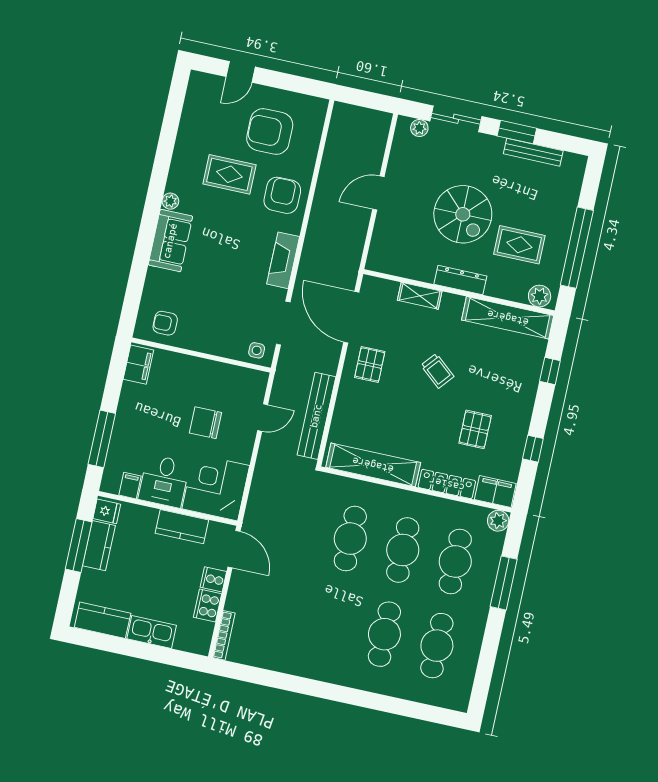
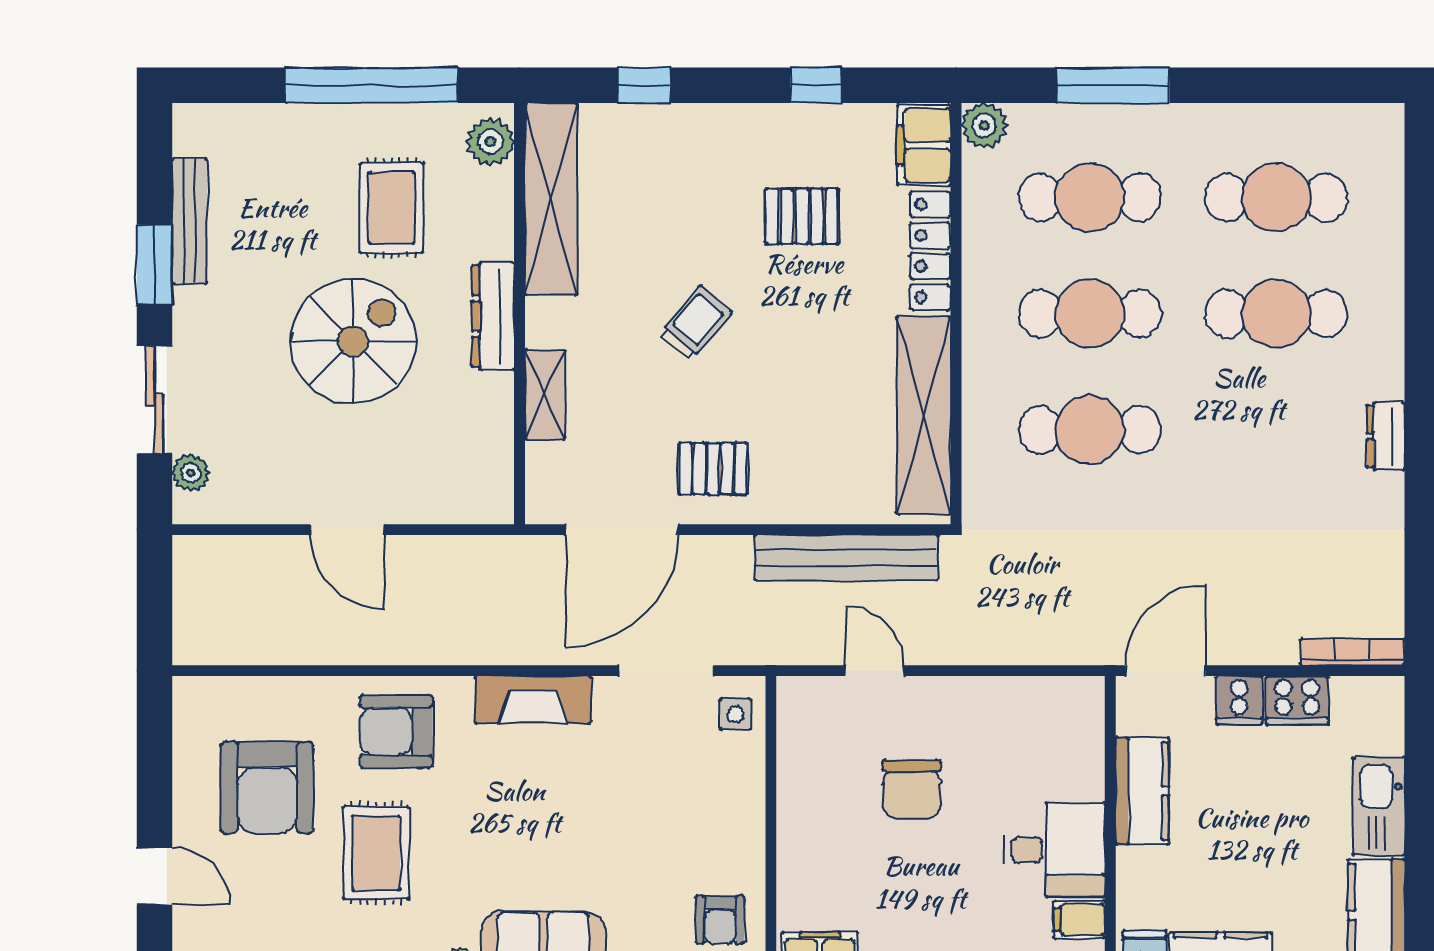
corner desk: (216, 487) -> (1043, 737), removed
dresser: (318, 672) -> (1386, 436), added

